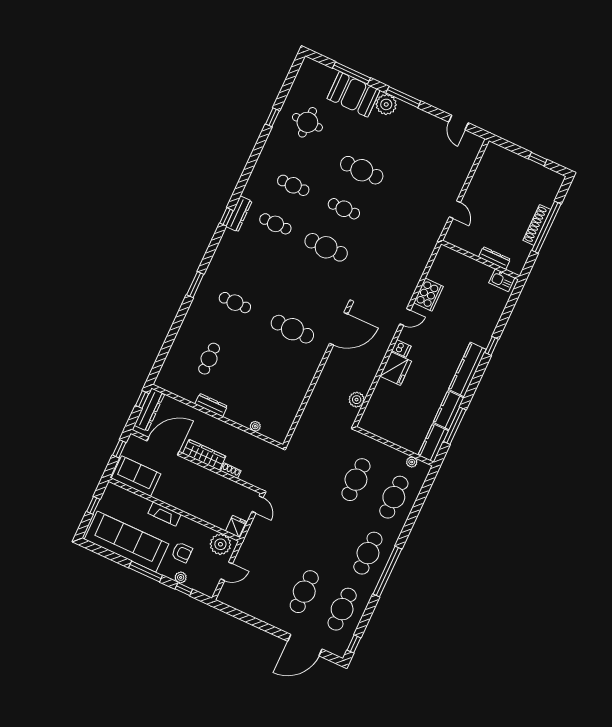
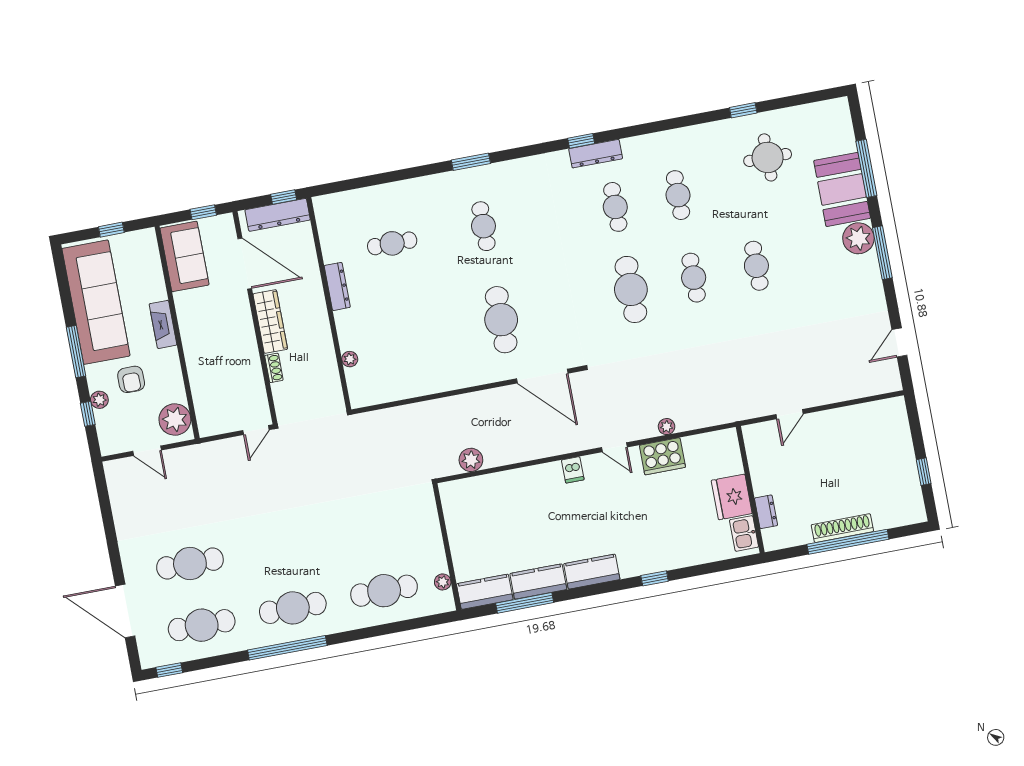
cafe table: (362, 170) -> (756, 266), width x0.73, depth x0.74
dresser: (494, 258) -> (766, 512), width x0.70
plant: (414, 281) -> (667, 427), added
fridge: (396, 369) -> (732, 497), moved, turned 90
kitchen counter: (467, 369) -> (592, 572), width x0.67
cafe table: (356, 480) -> (372, 529), removed
fridge: (236, 526) -> (210, 423), removed

